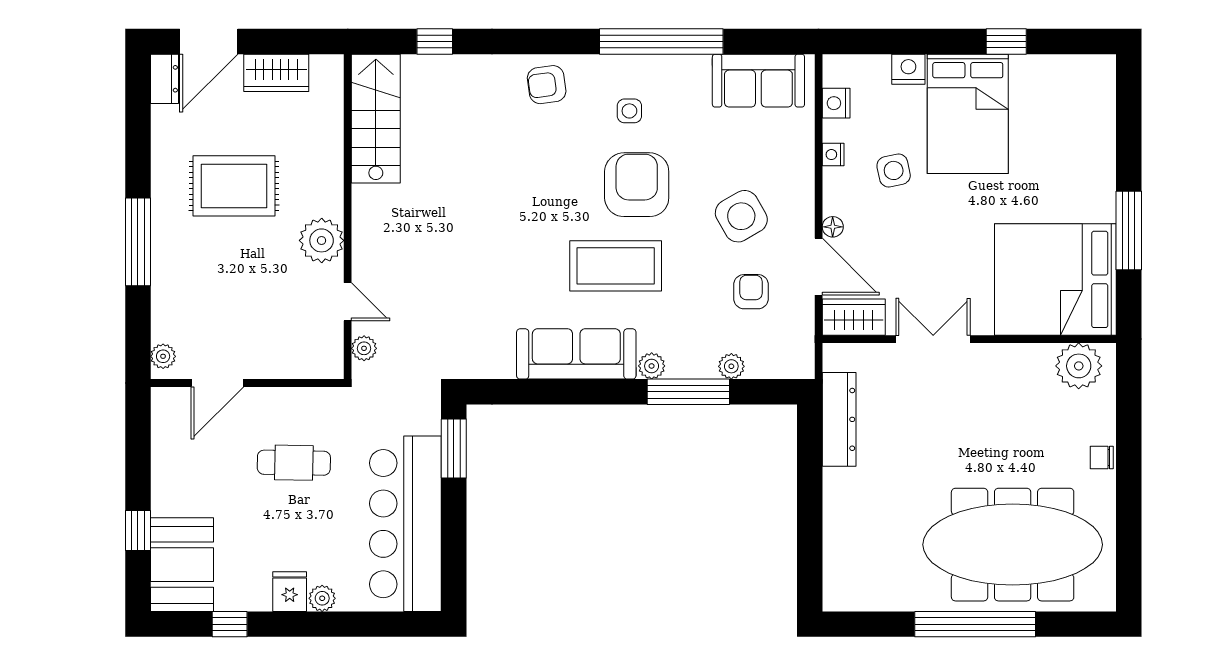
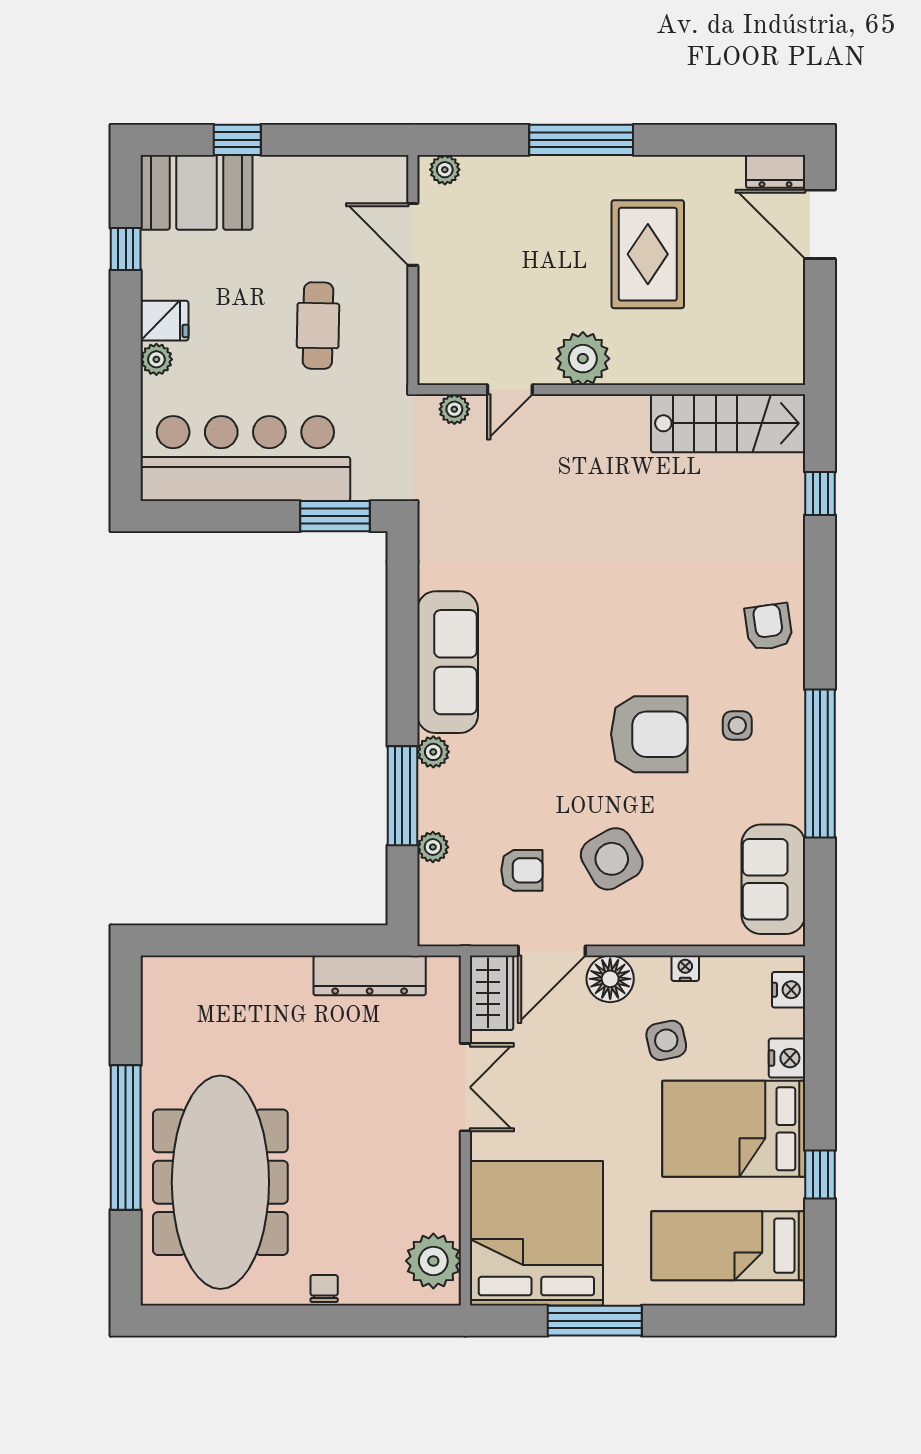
wardrobe: (276, 73) -> (783, 305), removed
nightstand: (836, 103) -> (789, 990), moved, turned 90
bed: (1066, 119) -> (728, 1246), added
floor lamp: (833, 227) -> (610, 979), width x1.89, depth x1.89
coffee table: (616, 266) -> (553, 709), removed

